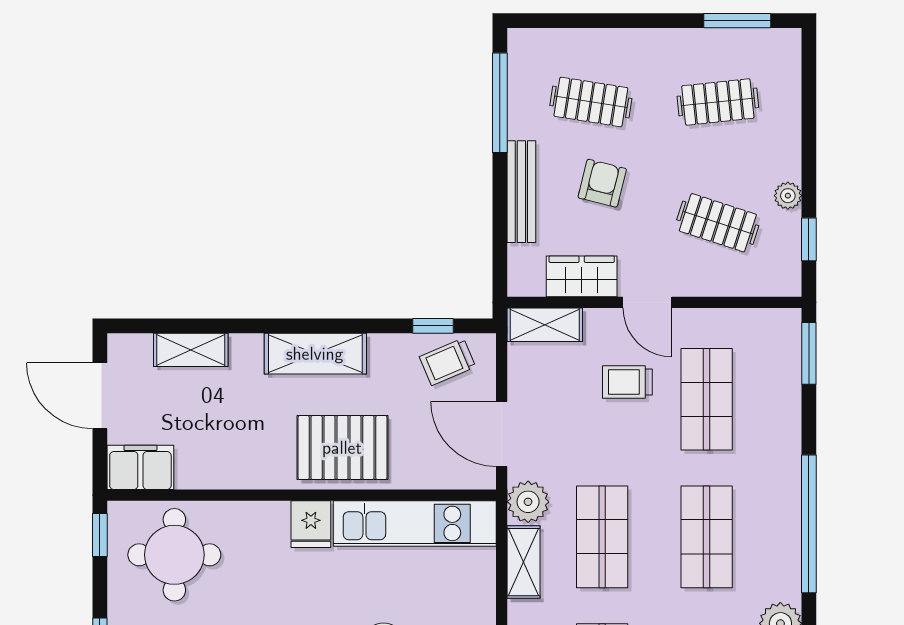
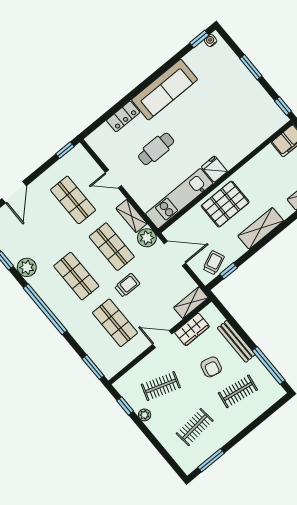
trolley: (627, 382) -> (127, 285), moved
round table: (174, 555) -> (252, 120), removed

